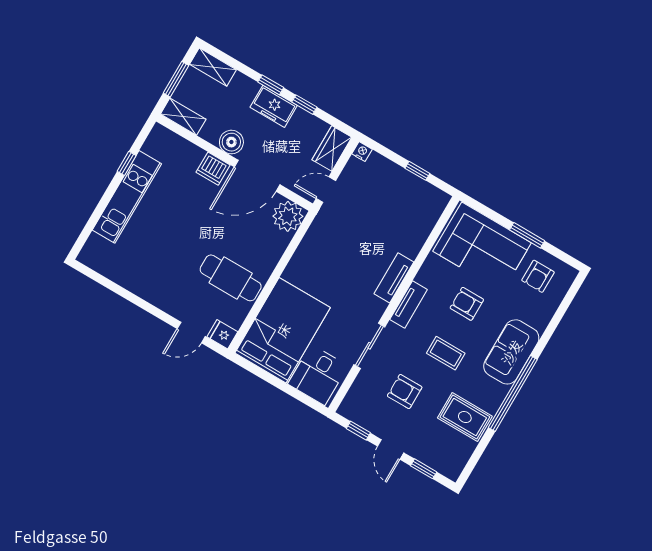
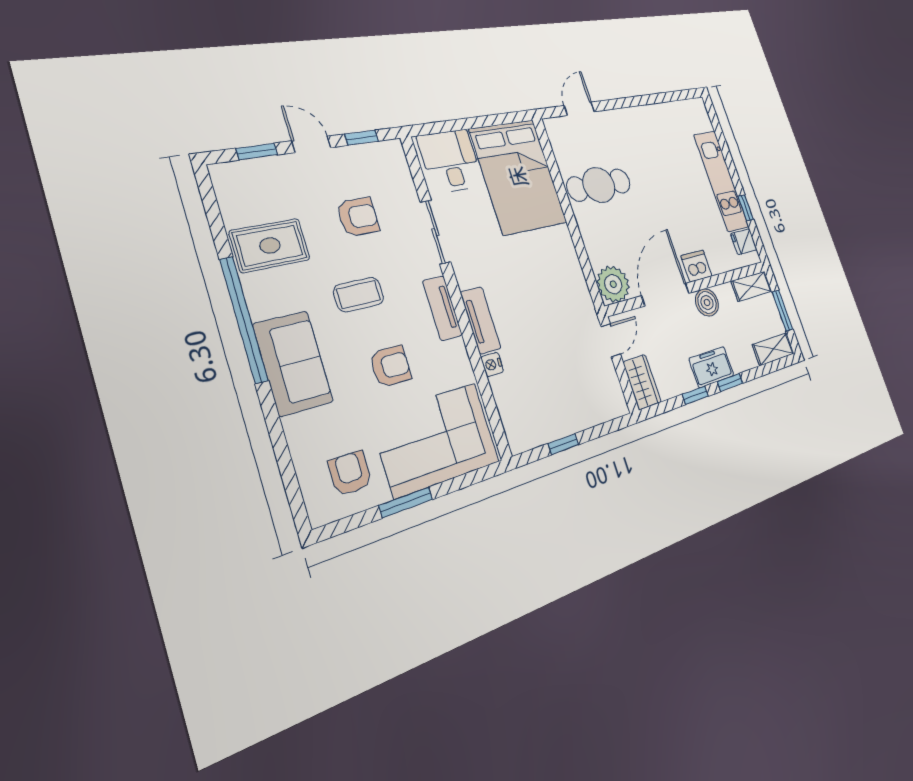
nightstand: (362, 152) -> (492, 364), moved, turned 90
fridge: (222, 334) -> (744, 242), moved, turned 180

